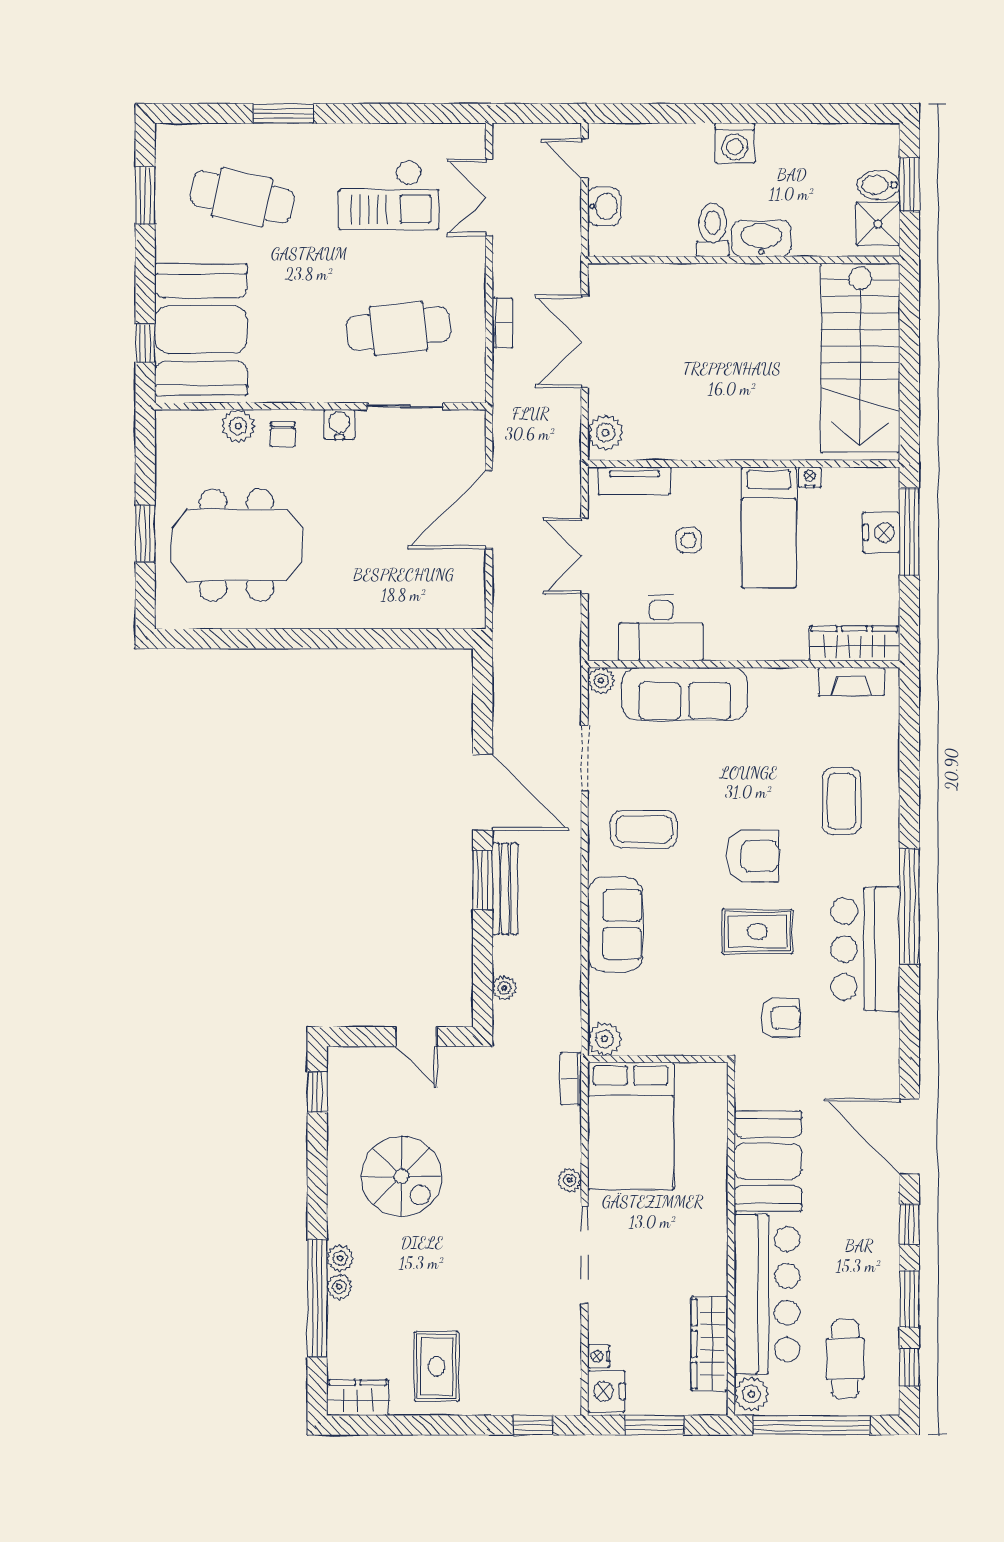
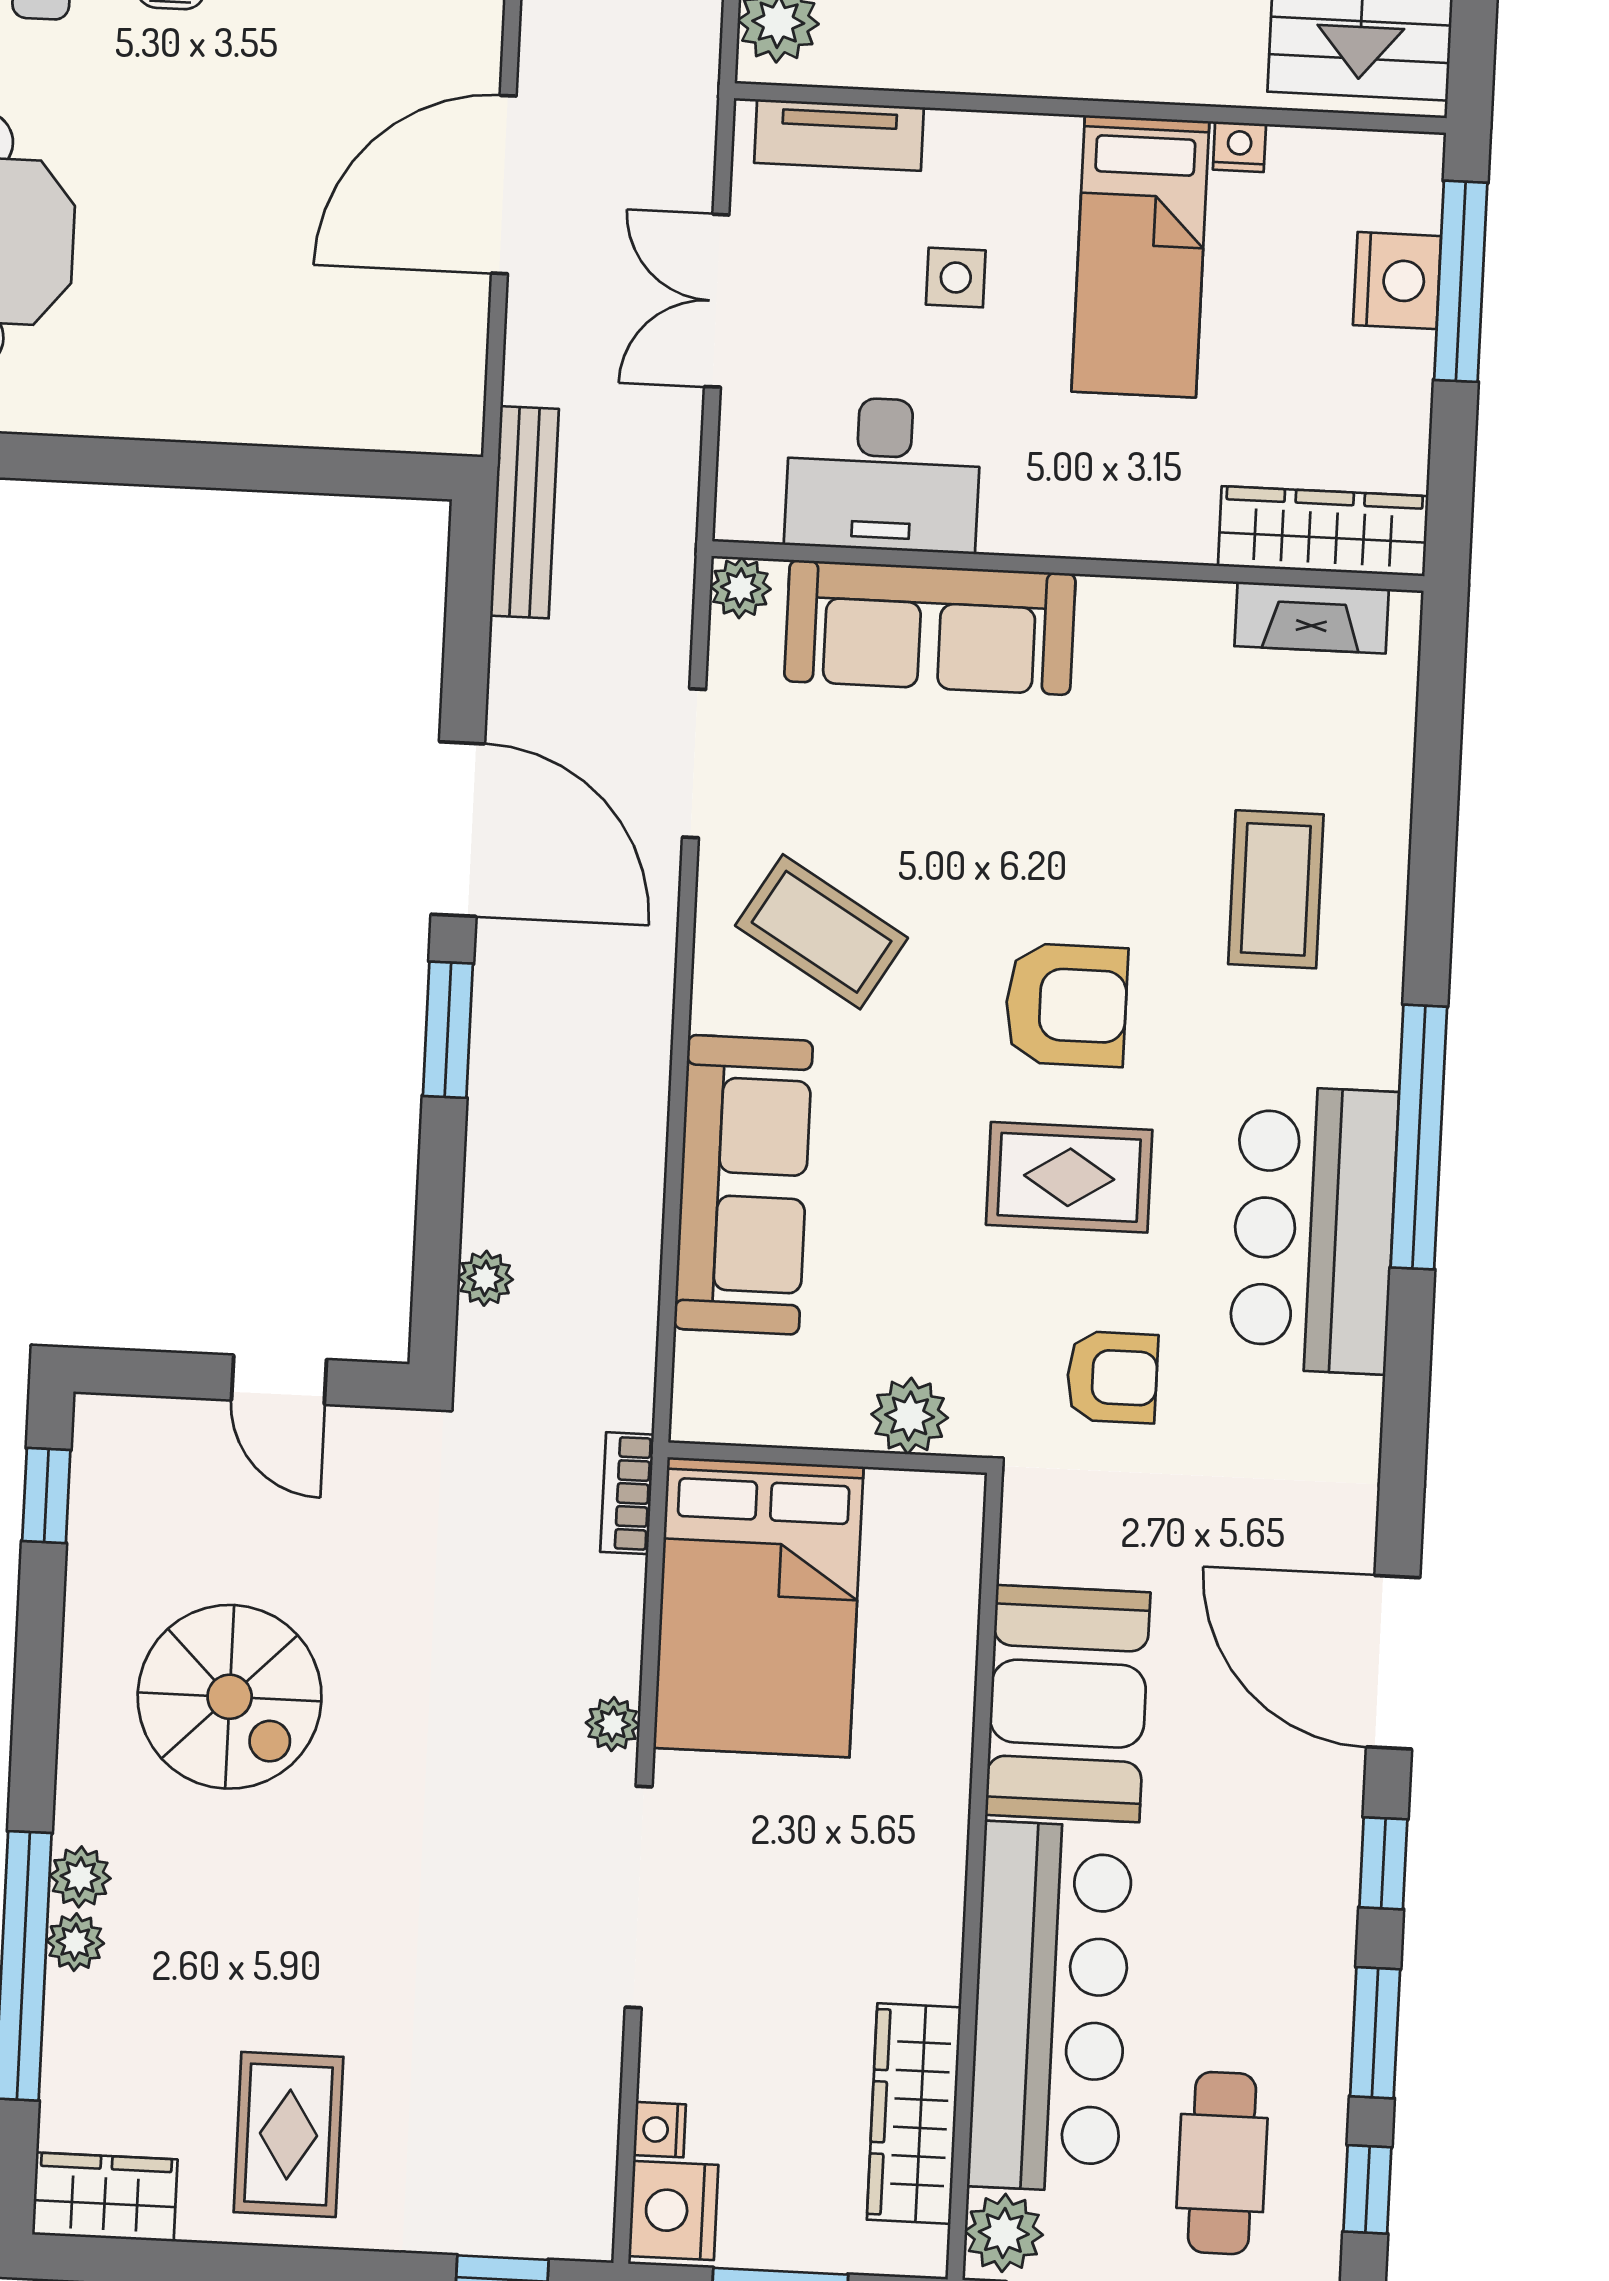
coffee table: (644, 829) -> (822, 932), turned 31
bench: (505, 889) -> (524, 512), moved
sofa: (615, 924) -> (743, 1185), width x1.36
plant: (605, 1039) -> (910, 1416), moved

